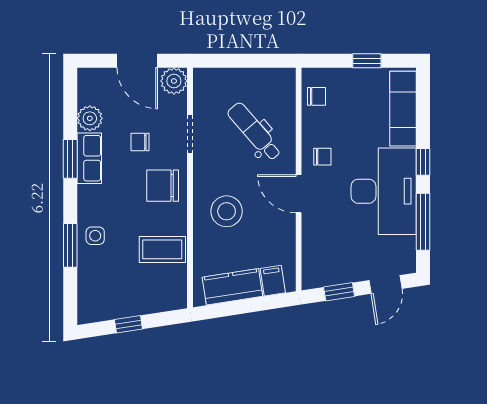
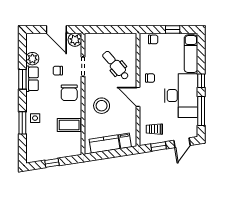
chair: (317, 96) -> (153, 39), moved
chair: (163, 186) -> (69, 93), turned -90
trolley: (331, 258) -> (154, 129), added

